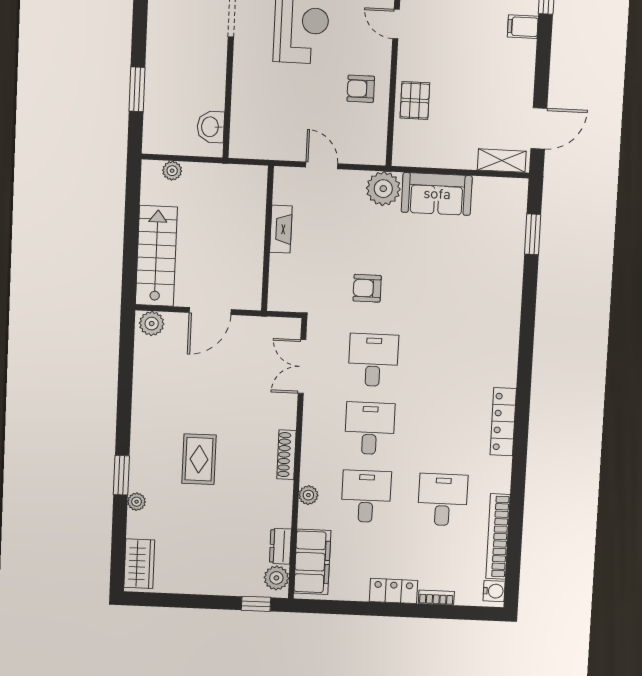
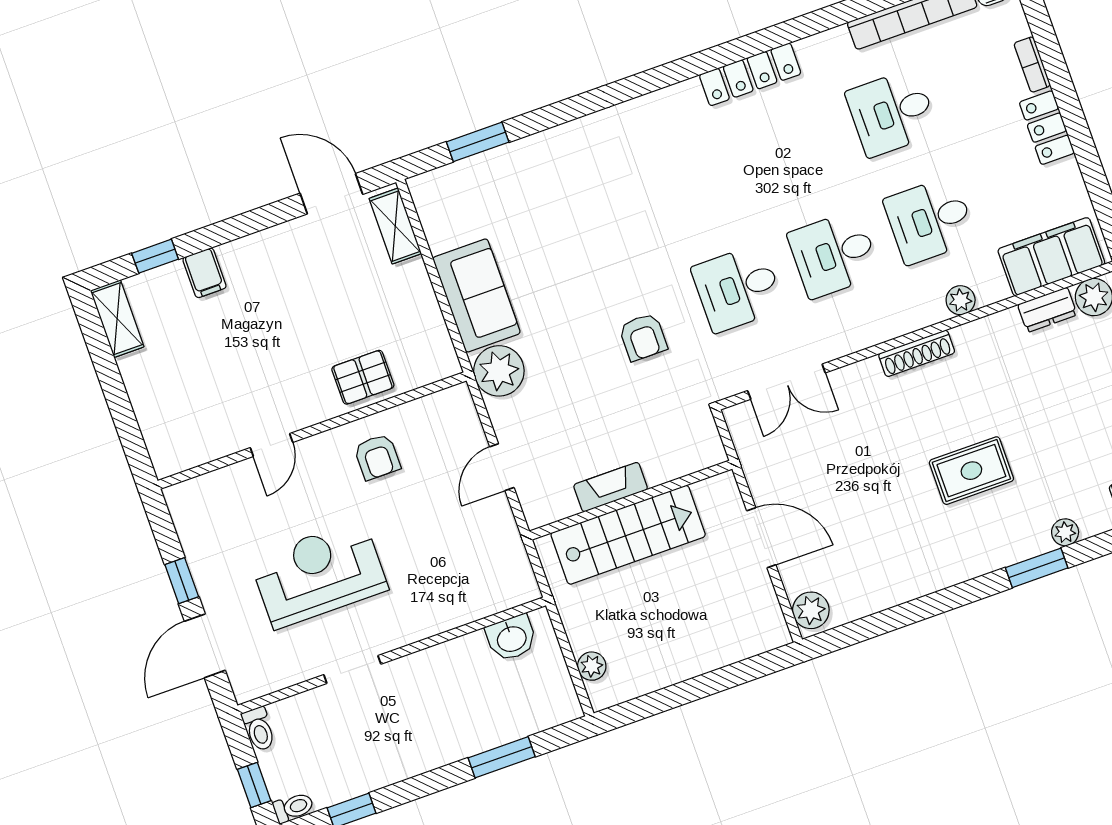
stairs: (156, 256) -> (628, 535), moved, turned 180

